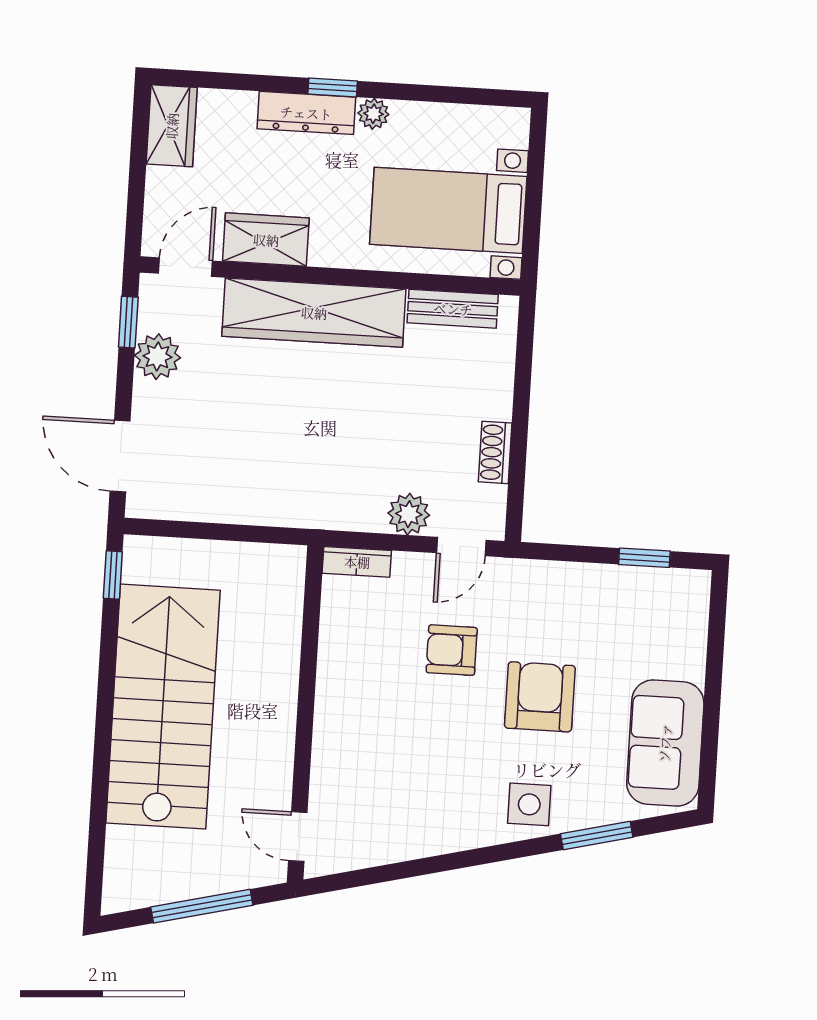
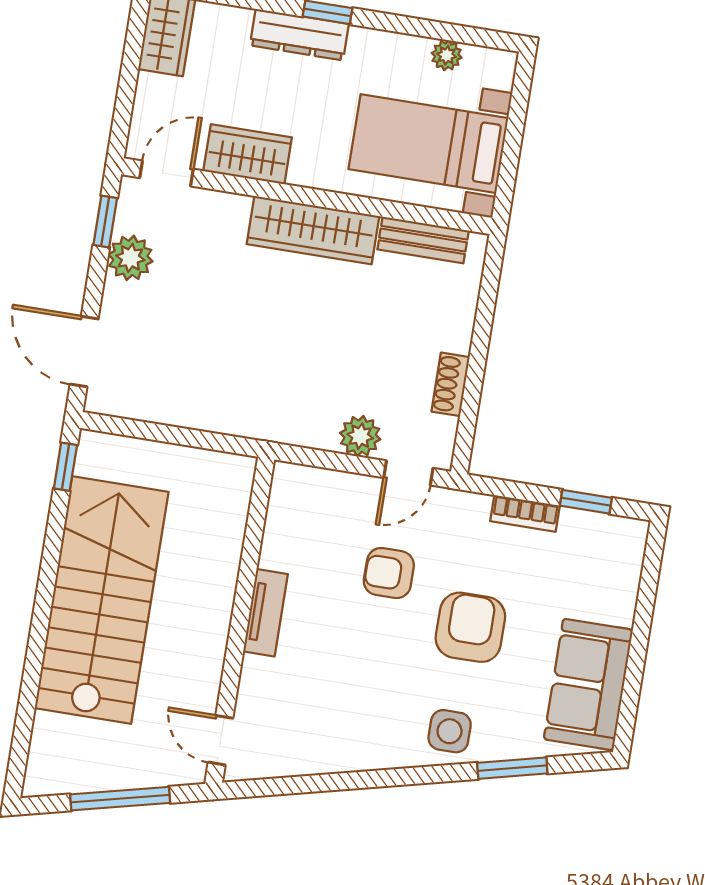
plant: (373, 114) -> (447, 55), moved
wardrobe: (314, 313) -> (313, 230), width x0.71, depth x0.85
bookcase: (357, 562) -> (525, 513), moved
tv unit: (330, 703) -> (265, 613), added

